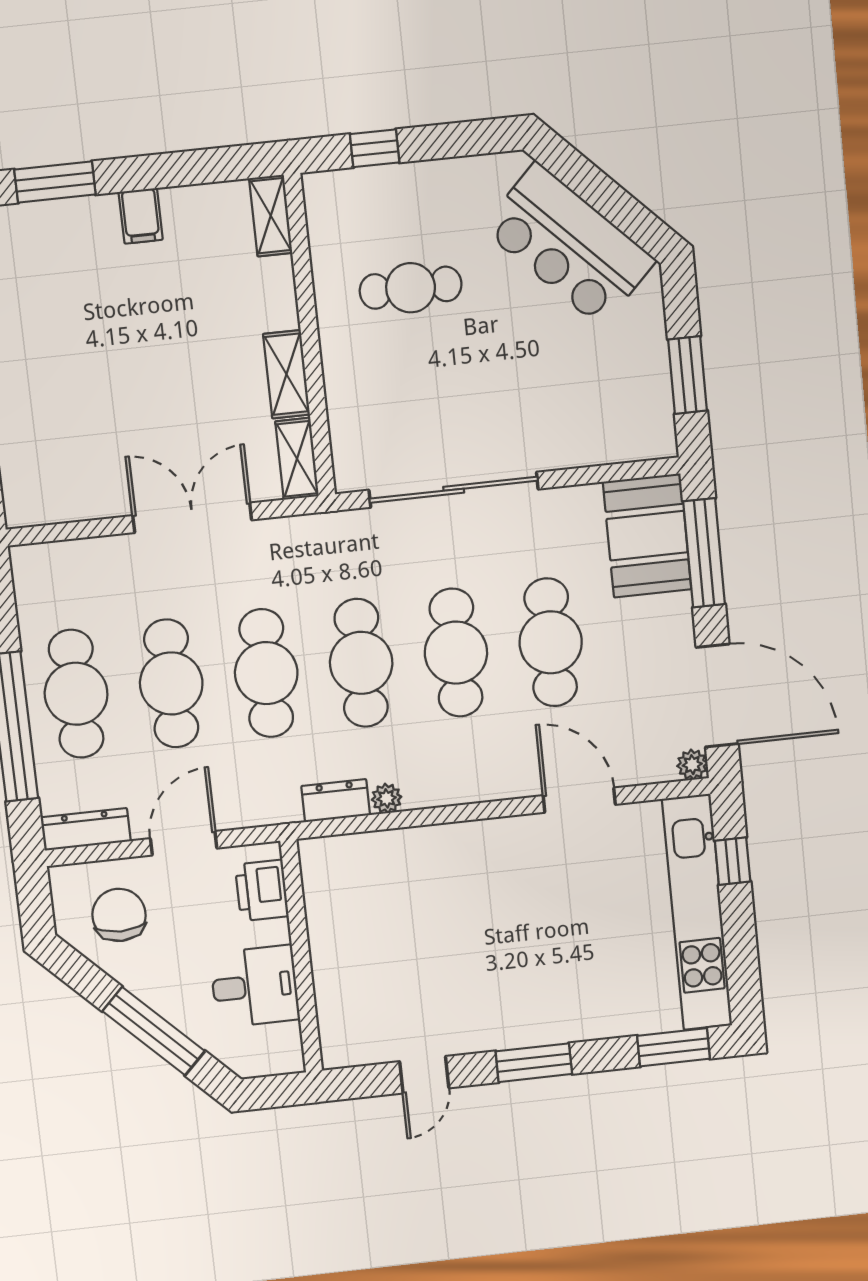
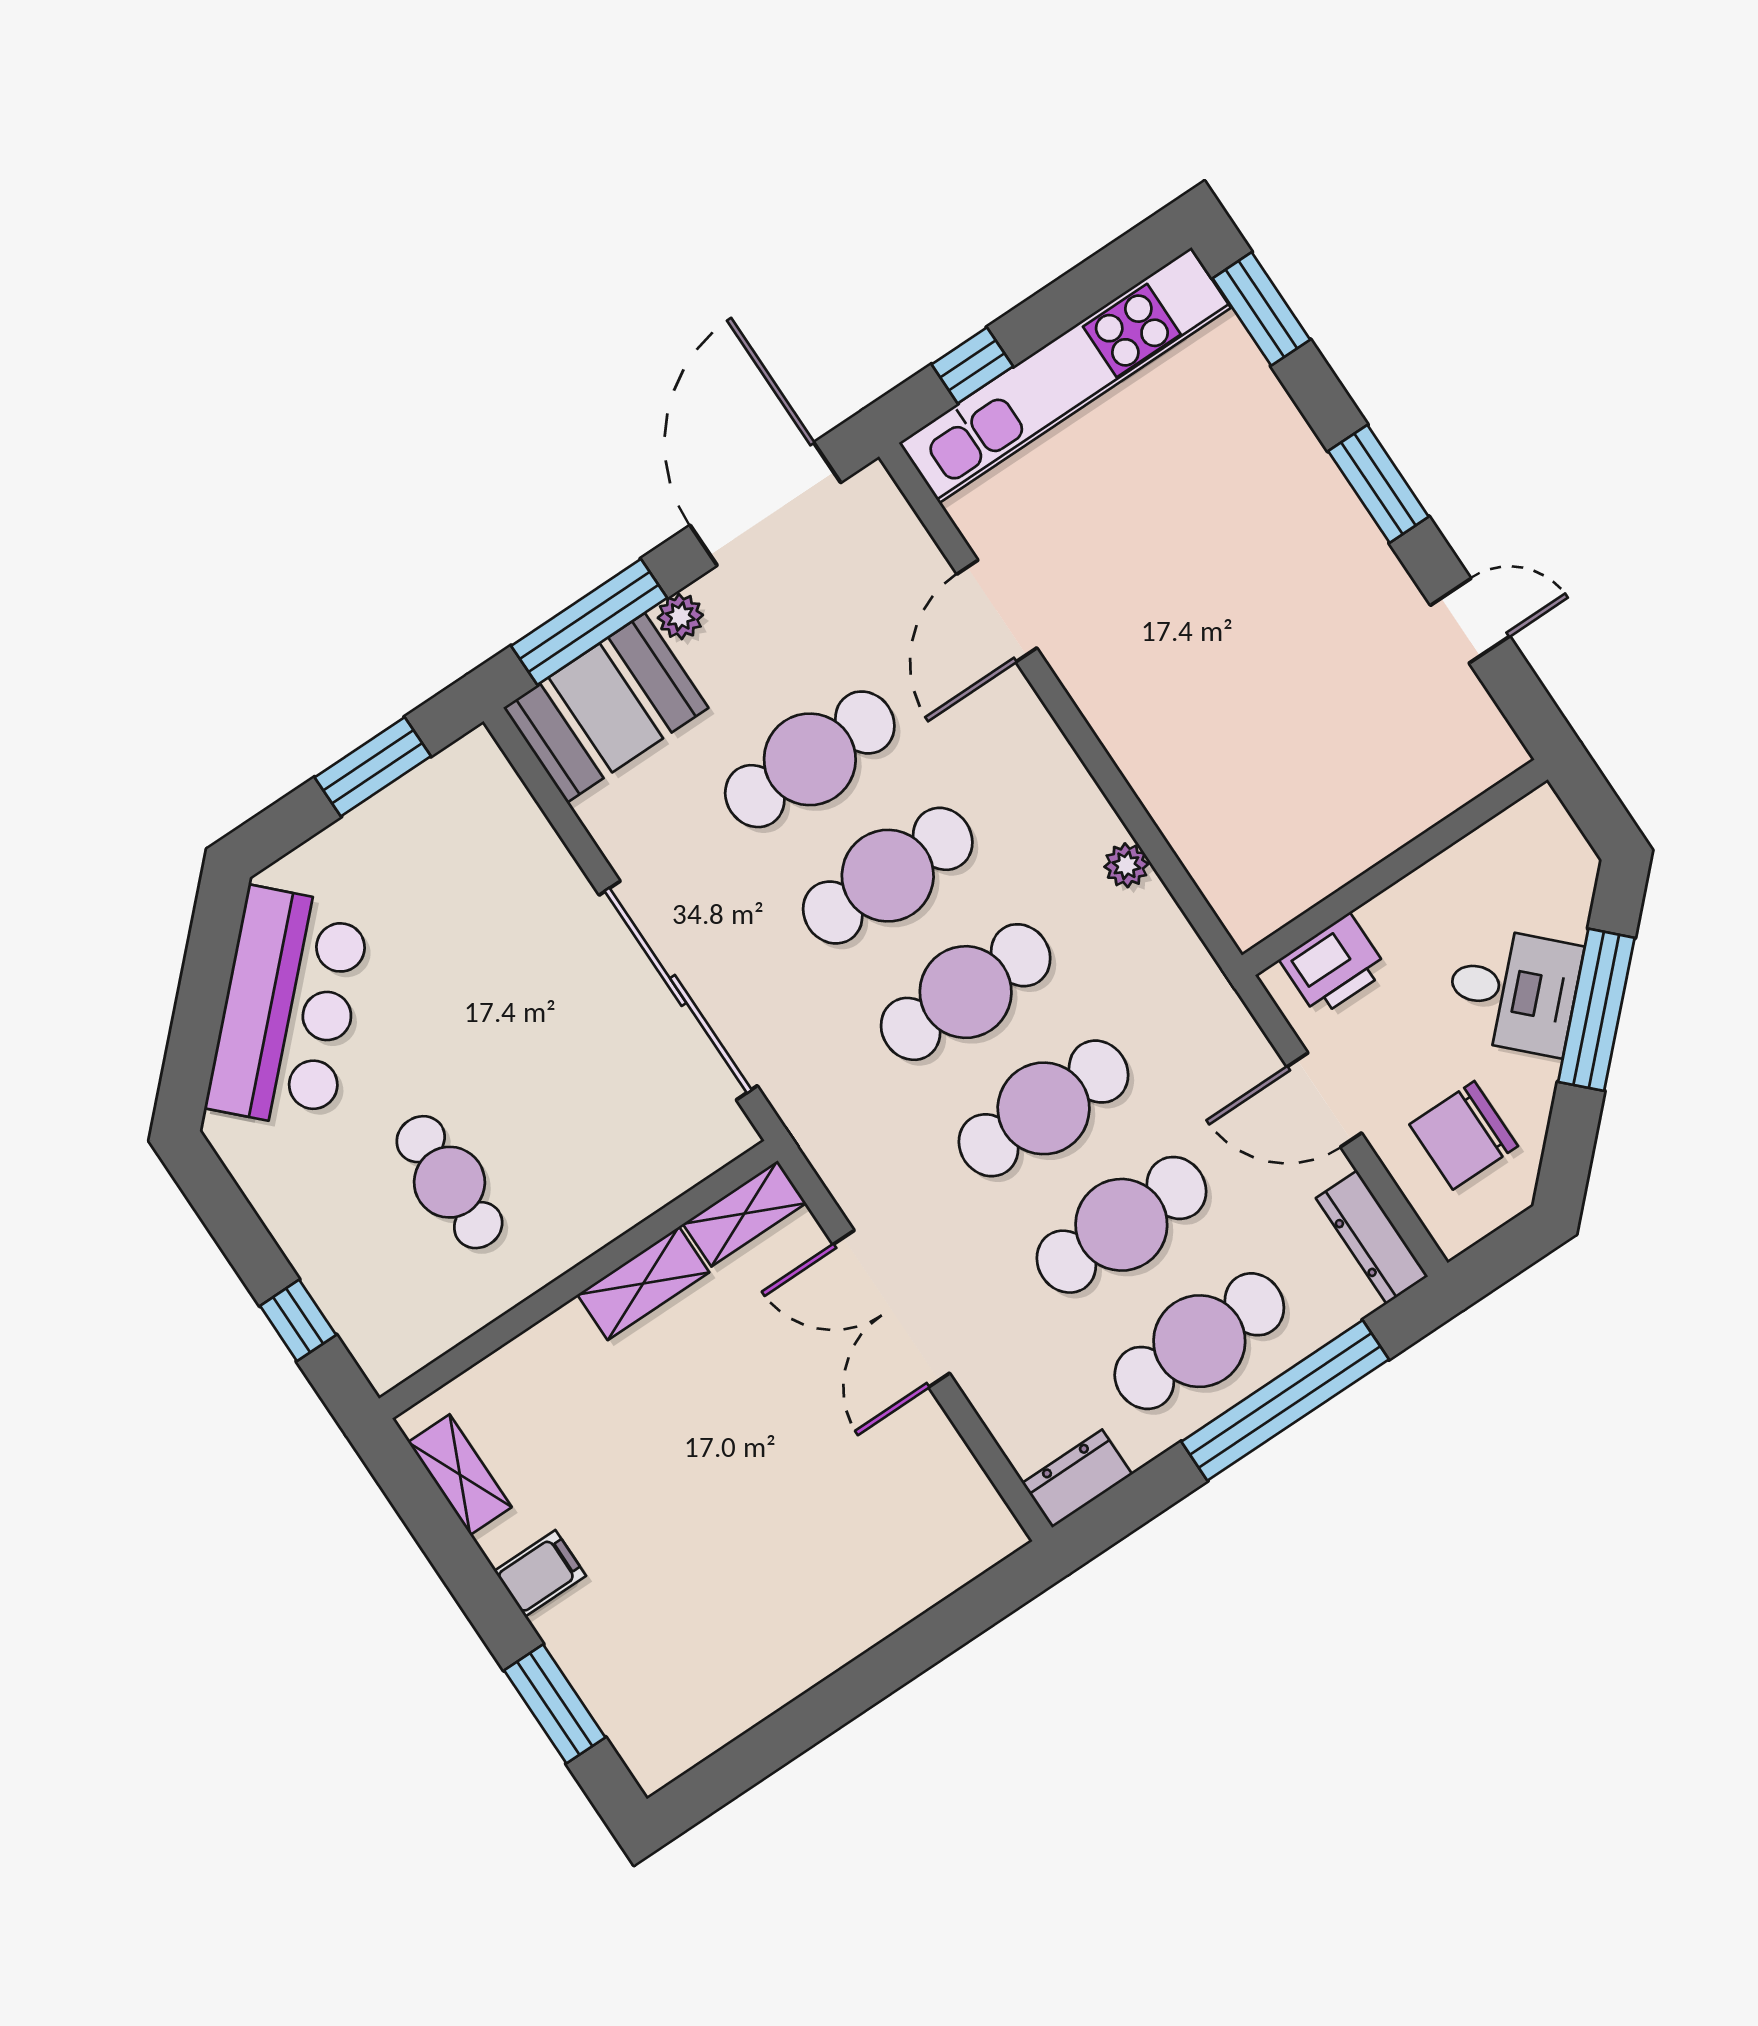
shelving: (271, 216) -> (460, 1475), moved, turned 90
plant: (692, 765) -> (680, 616), moved
dresser: (336, 801) -> (1077, 1479), moved, turned 90
desk: (255, 986) -> (1513, 991), moved, turned 135

